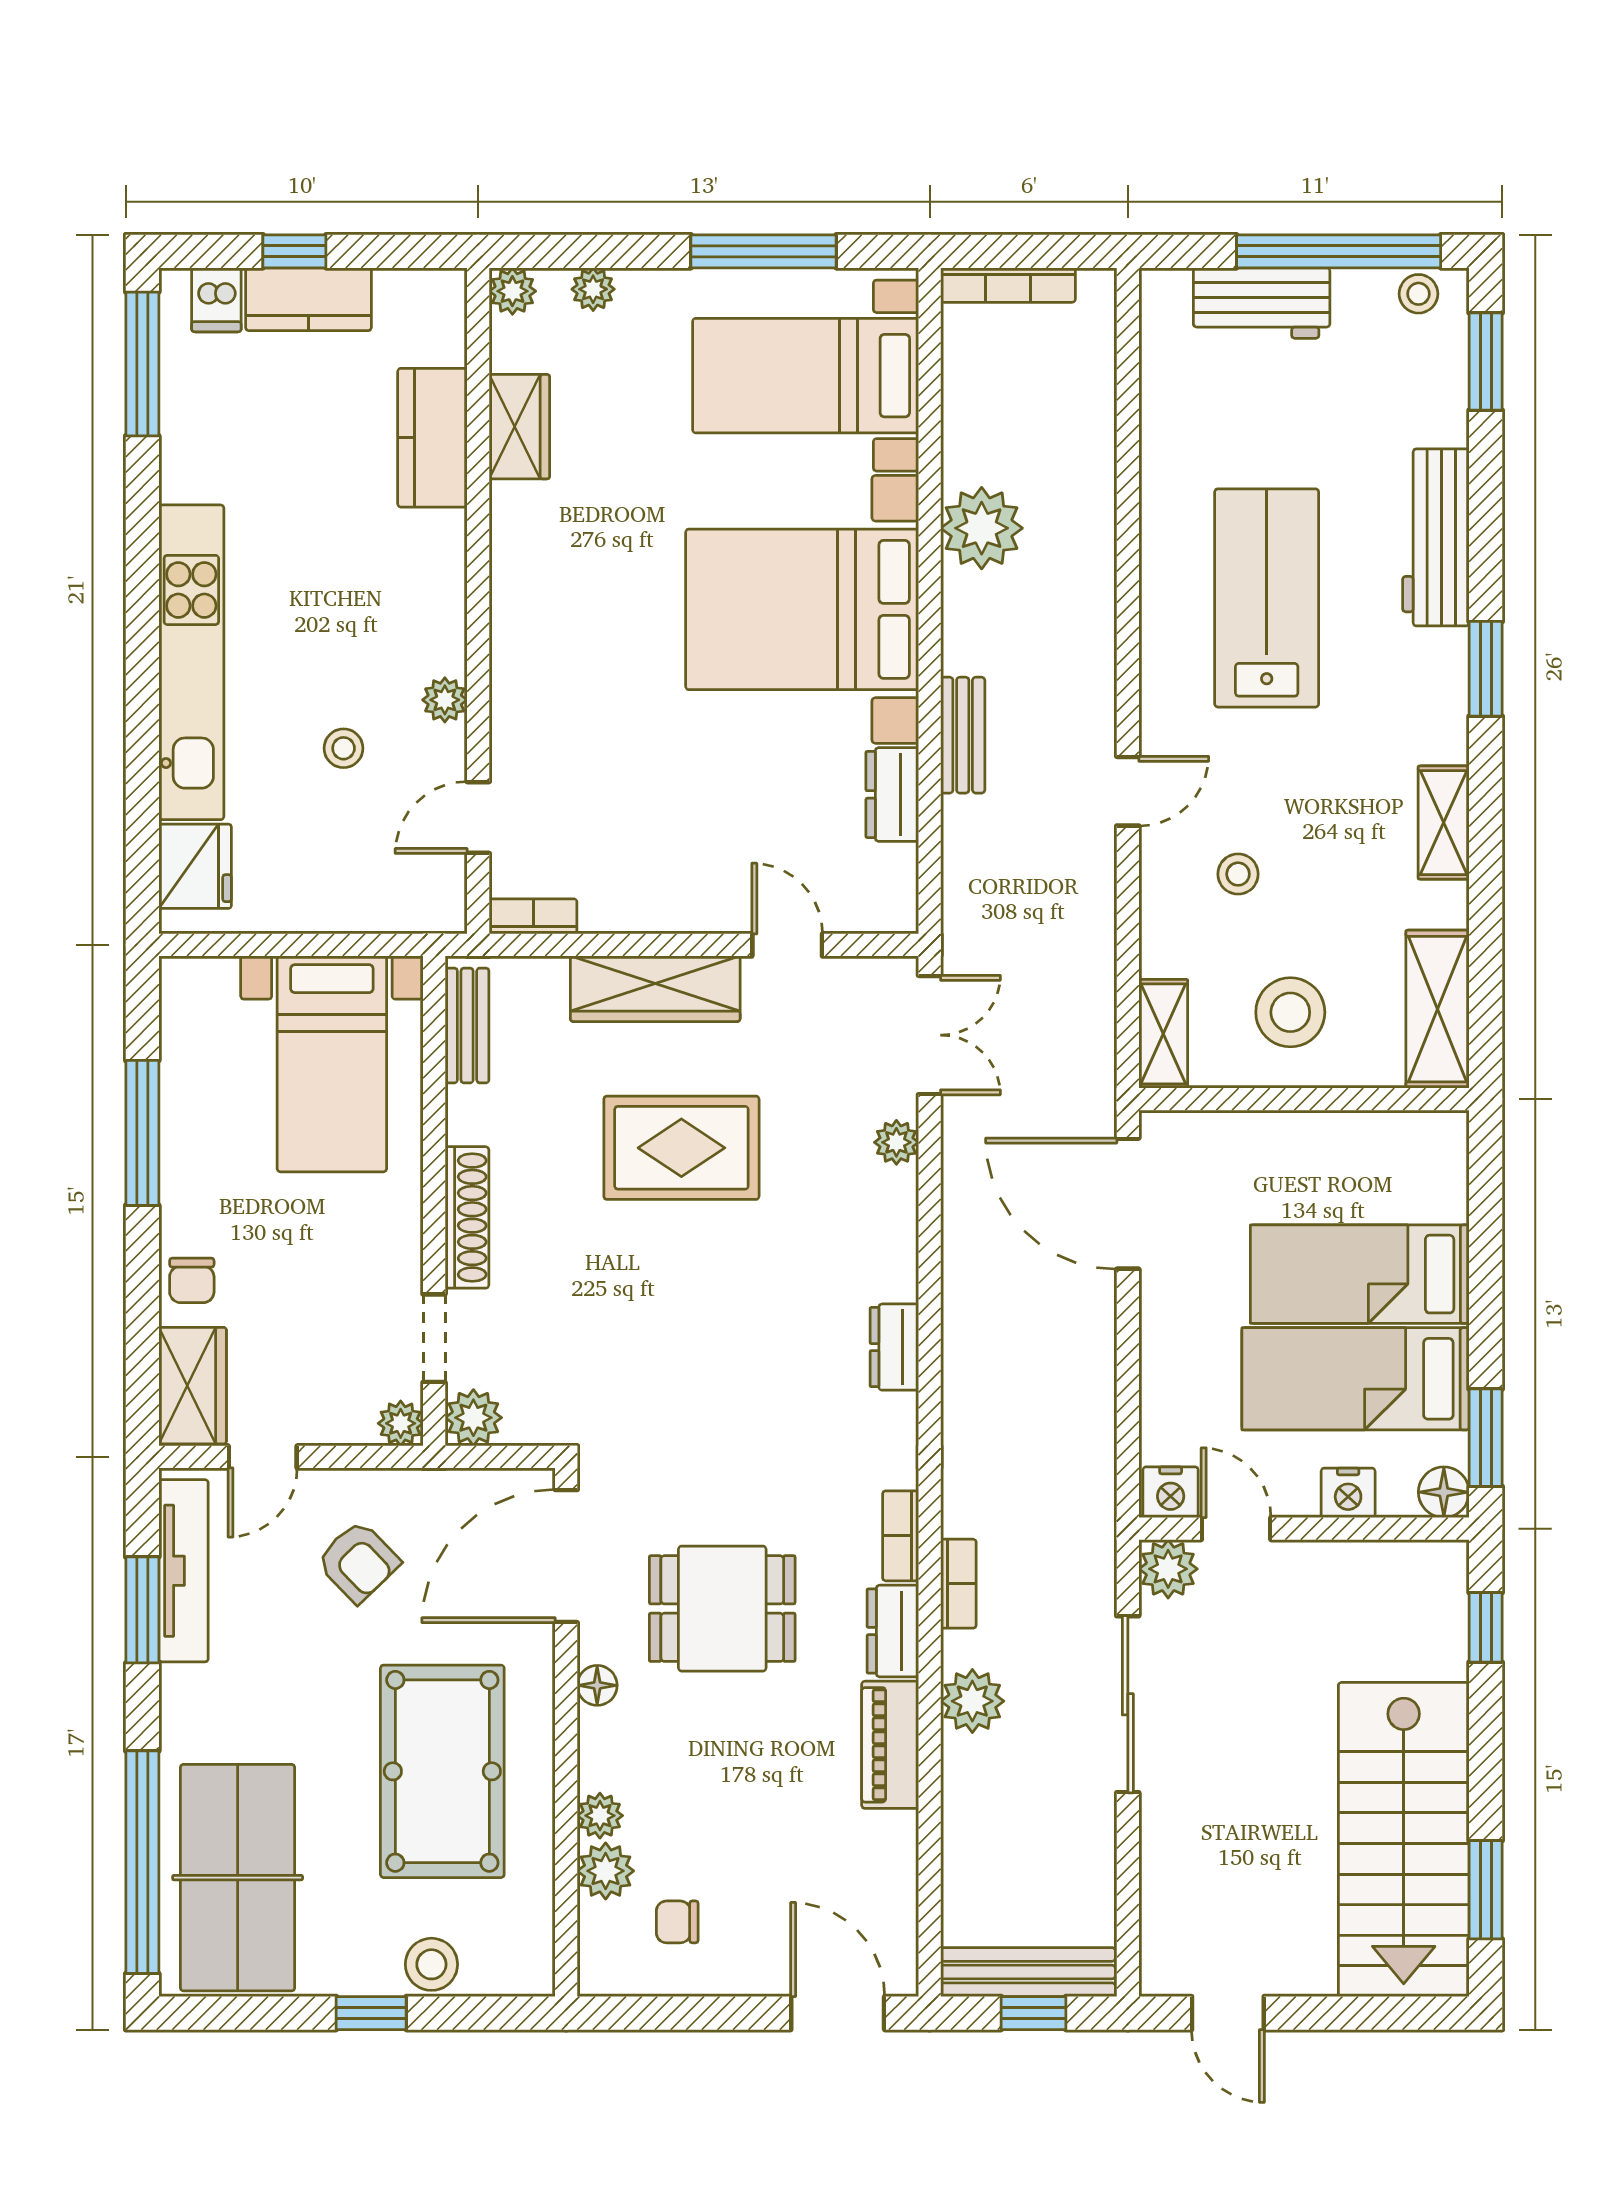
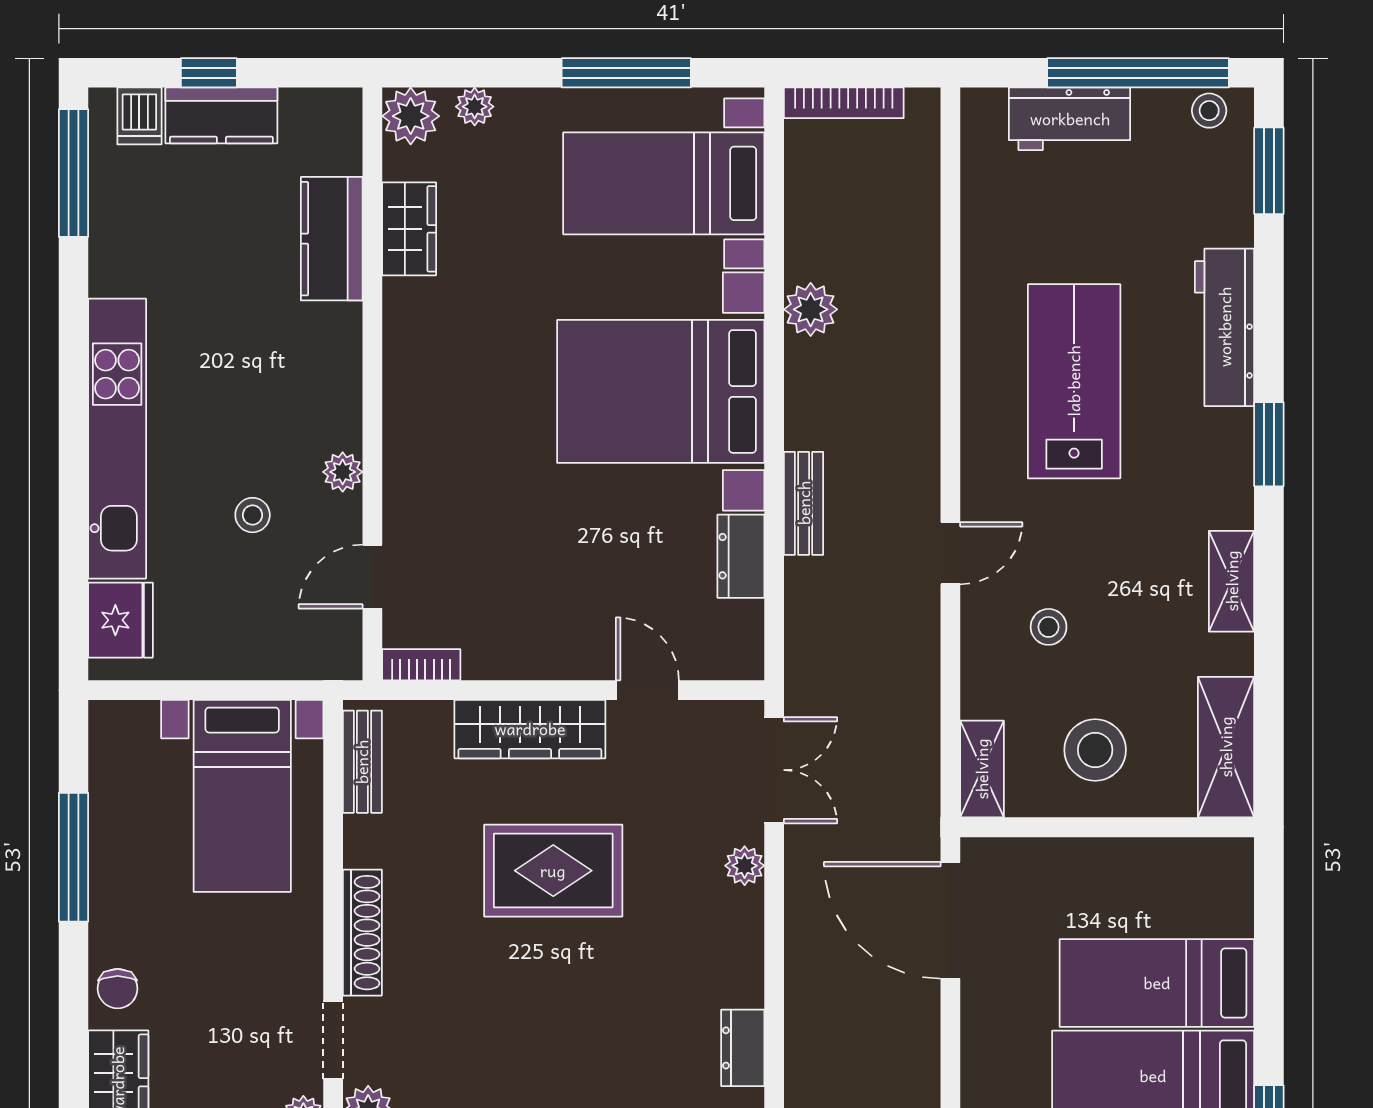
plant: (512, 291) -> (411, 116), width x1.38, depth x1.38
plant: (982, 528) -> (811, 309), width x0.73, depth x0.73

